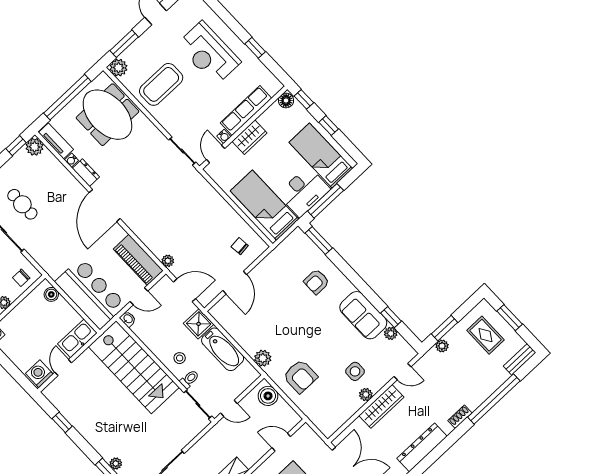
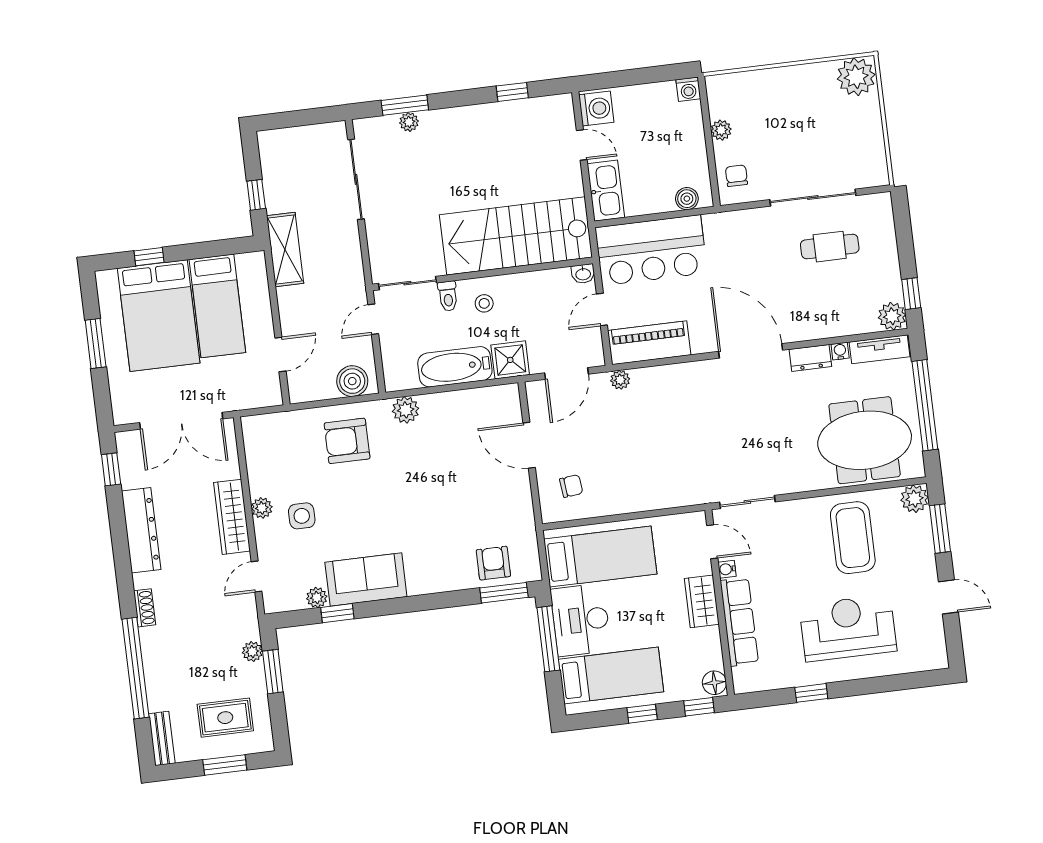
armchair: (316, 282) -> (493, 563), moved

